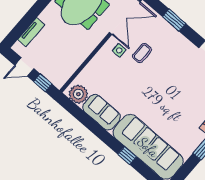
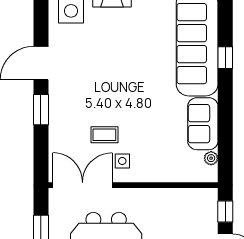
window: (174, 20) -> (41, 110), moved
plant: (78, 94) -> (211, 158), width x0.53, depth x0.53

